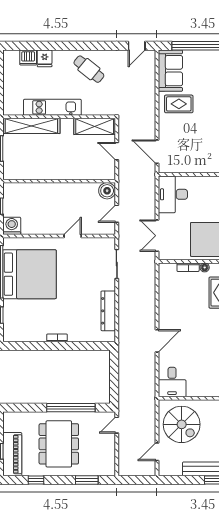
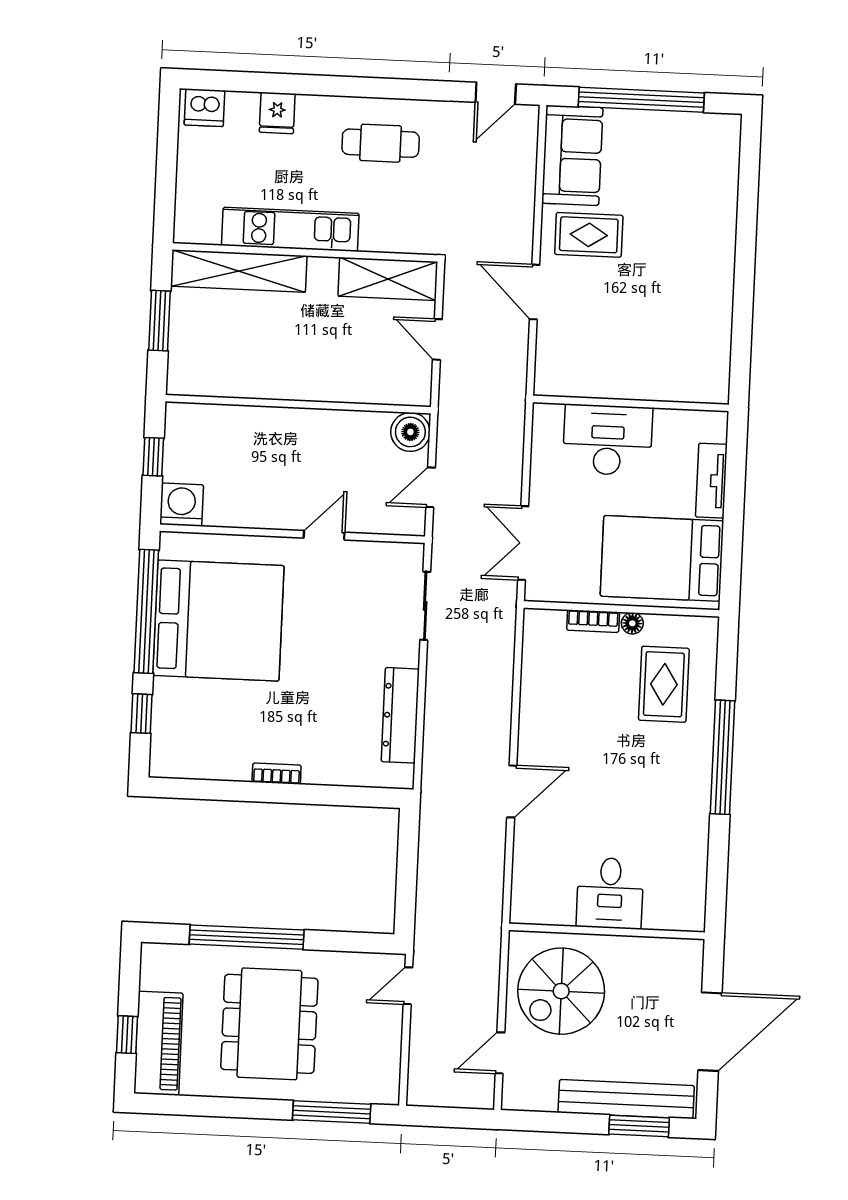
dishwasher: (28, 57) -> (204, 108), moved
cafe table: (89, 69) -> (381, 143), turned -39
door: (157, 152) -> (535, 292), moved
desk: (173, 194) -> (608, 440), moved, turned 90
desk: (172, 382) -> (610, 893), moved
window: (71, 408) -> (247, 937), moved
spiral stairs: (182, 424) -> (561, 991), turned 90
window: (36, 480) -> (212, 1107), removed
window: (87, 480) -> (332, 1112), width x1.44

